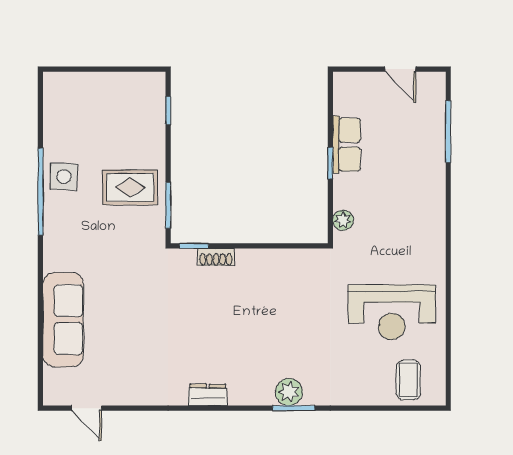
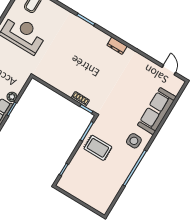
side table: (64, 177) -> (134, 141), moved
plant: (343, 220) -> (12, 97), moved
plant: (289, 392) -> (84, 27), removed

